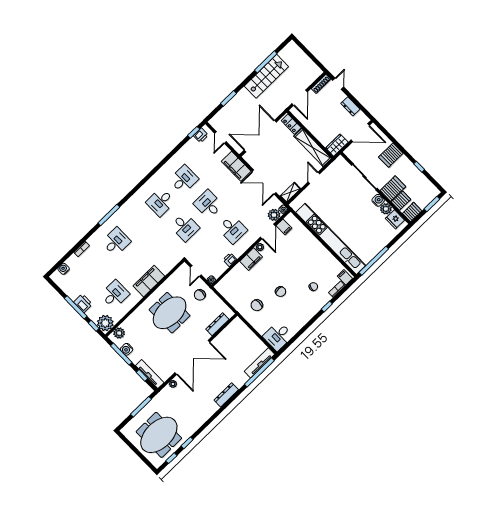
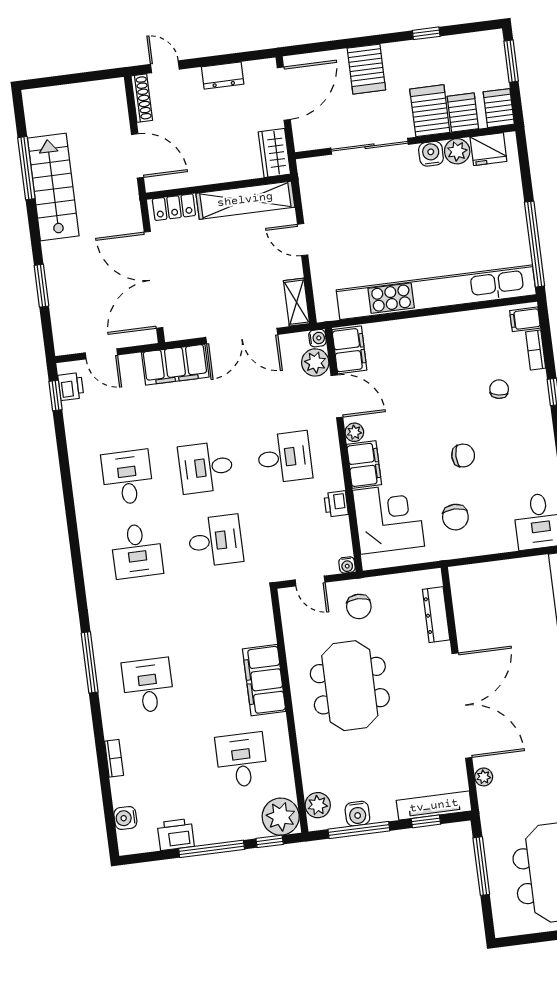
filing cabinet: (284, 227) -> (349, 350), width x2.00
corner desk: (239, 282) -> (389, 518), added
printer: (83, 303) -> (176, 834), moved

